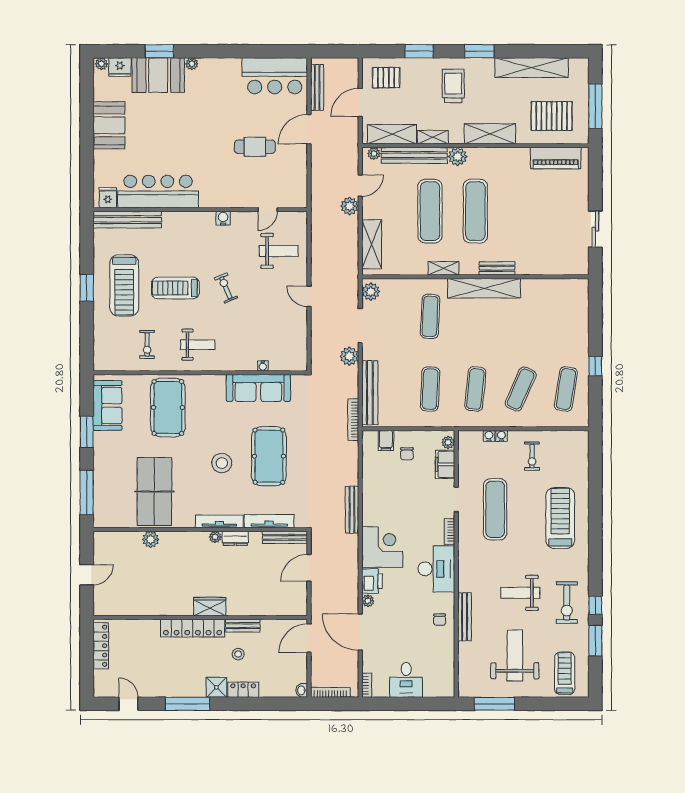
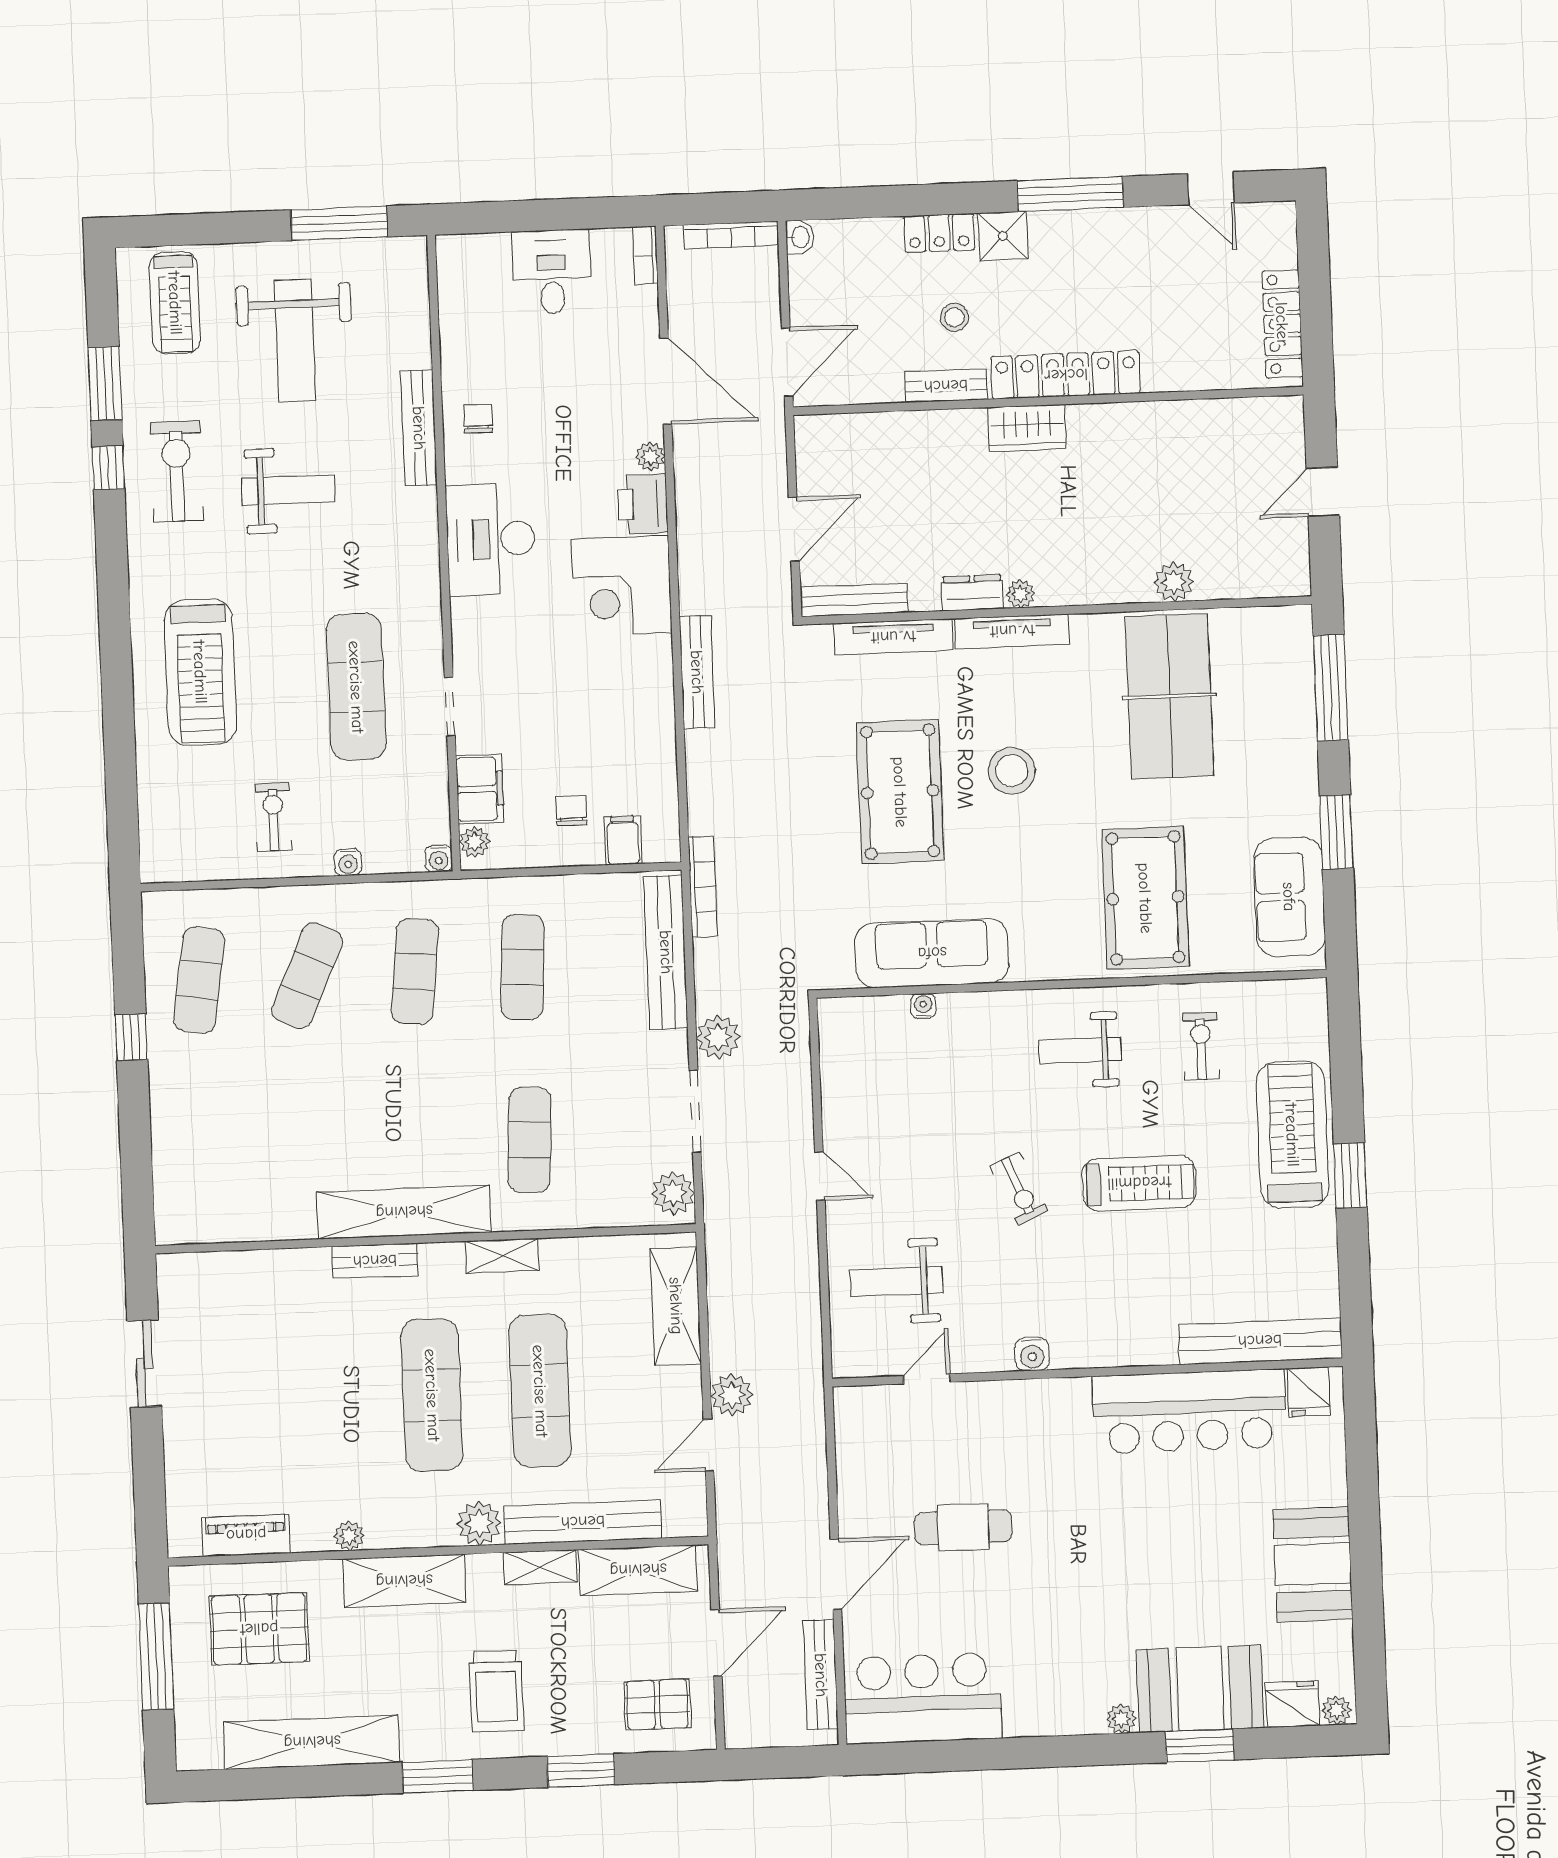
plant: (374, 153) -> (349, 1536), moved
piano: (556, 158) -> (246, 1535), width x0.73, depth x0.75
treadmill: (124, 285) -> (1292, 1135), moved
water cooler: (489, 436) -> (439, 858), moved
bookcase: (449, 531) -> (463, 629), removed

